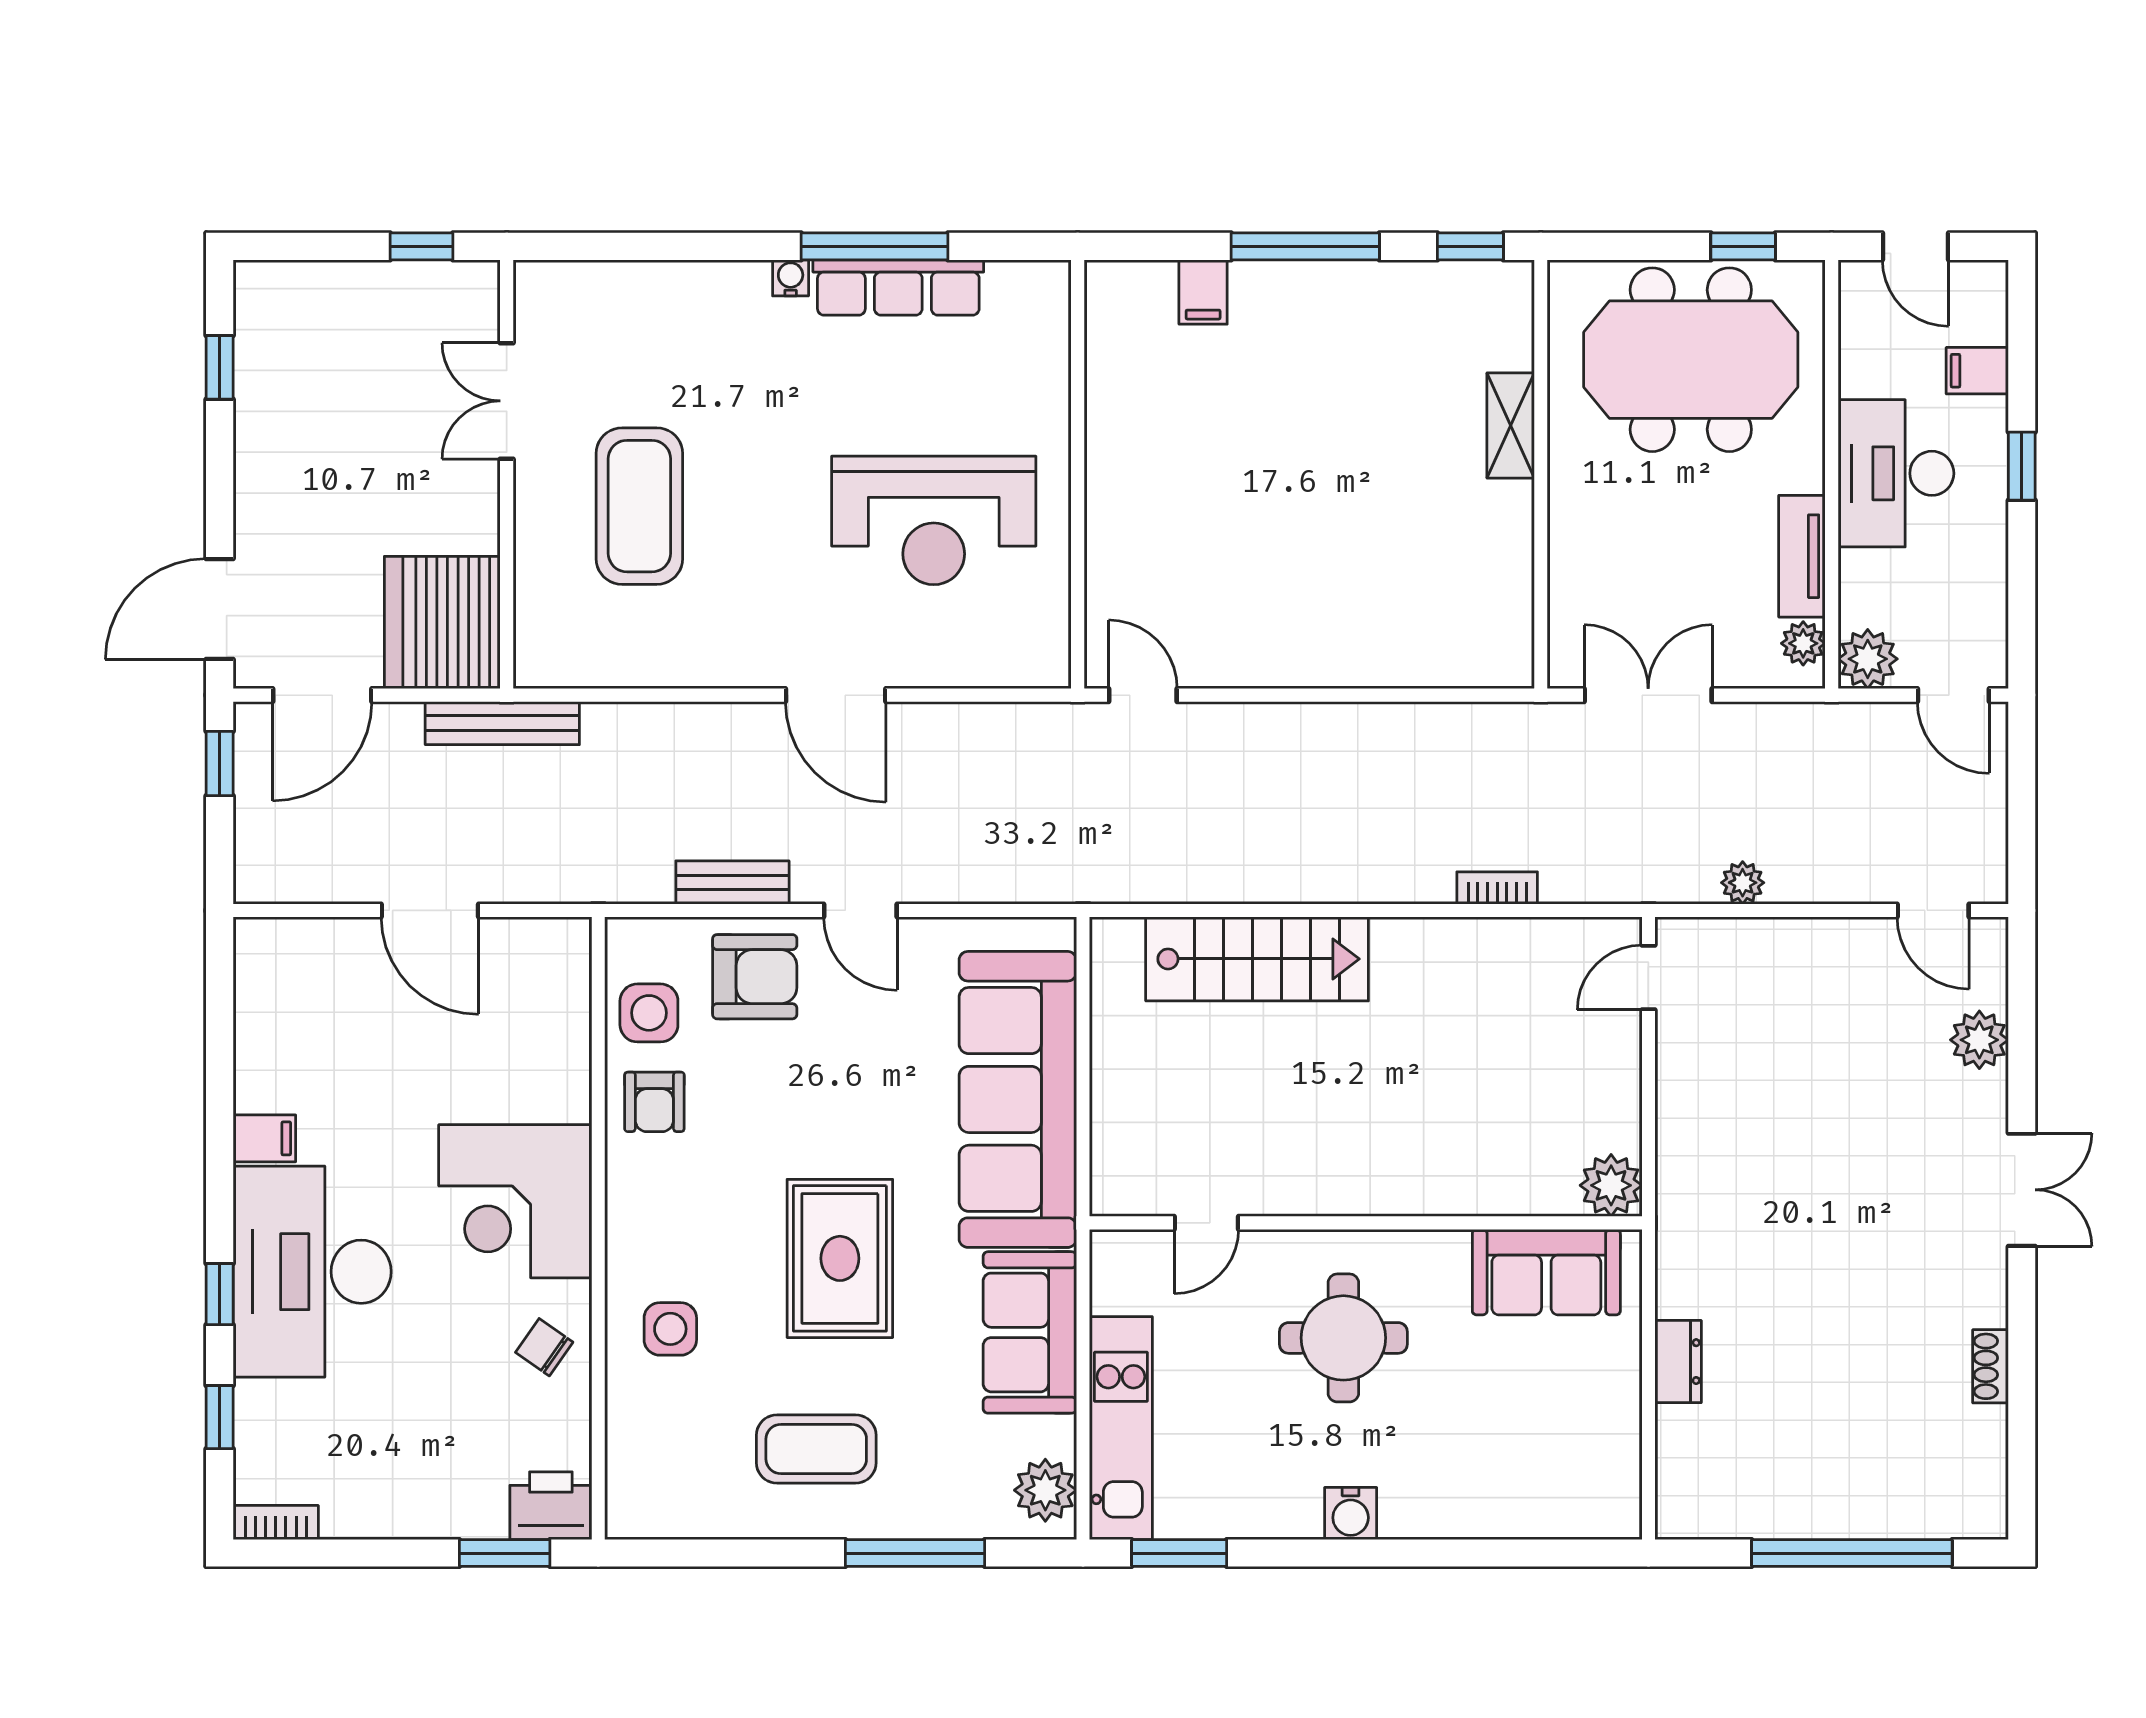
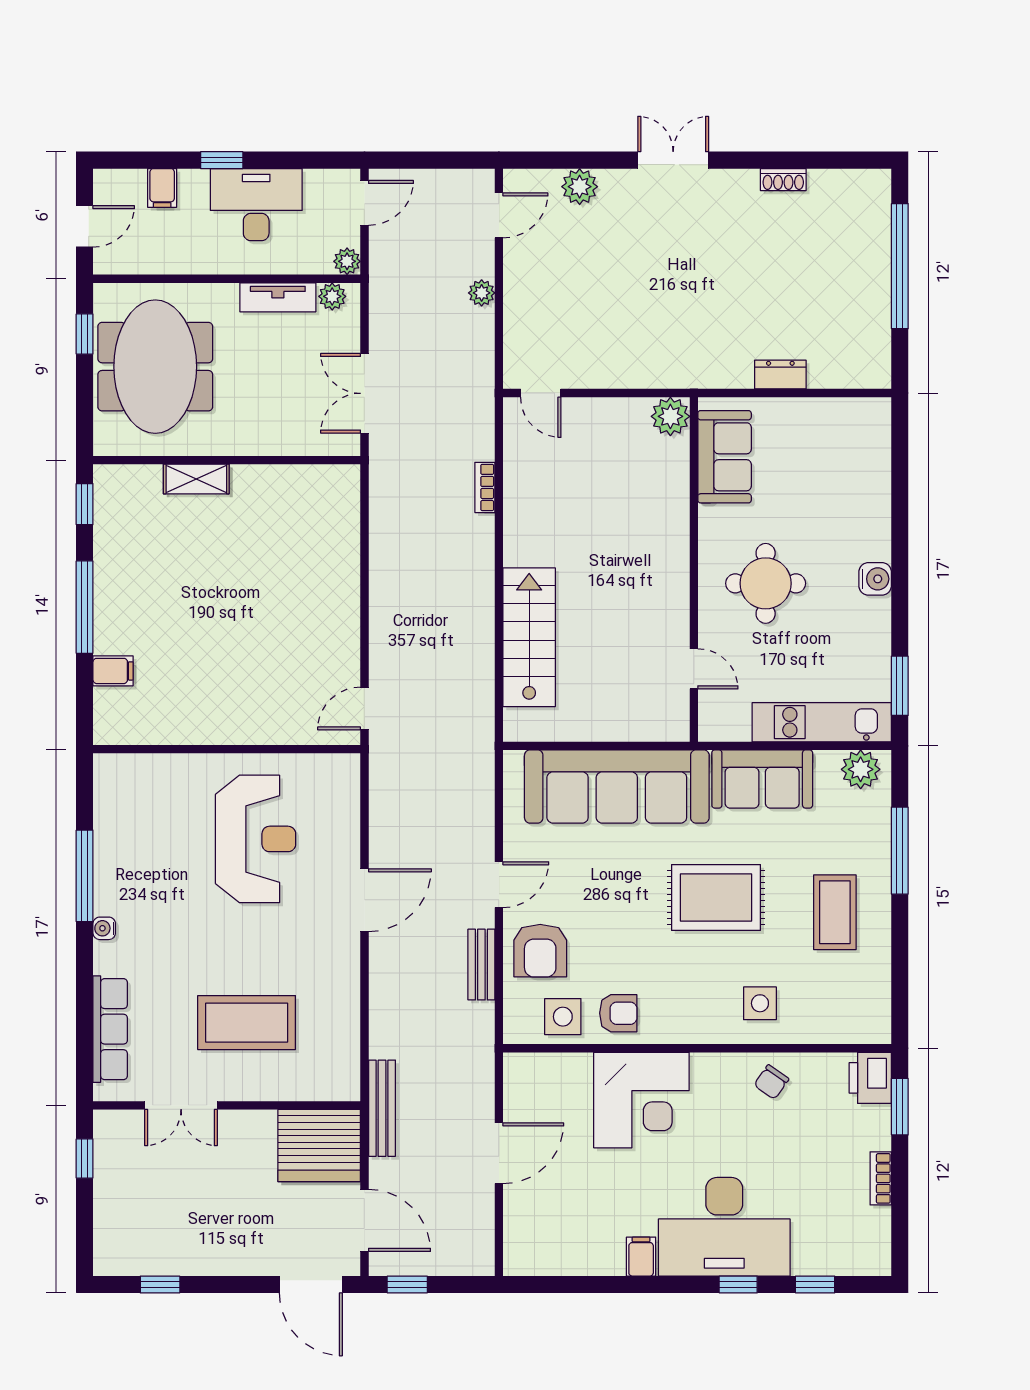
row of seats: (898, 287) -> (110, 1029), moved
desk: (1896, 473) -> (256, 205), moved, turned 180
plant: (1868, 659) -> (347, 261), width x0.73, depth x0.73
plant: (1743, 883) -> (482, 293), moved
armchair: (755, 977) -> (540, 951), turned 180
corner desk: (515, 1201) -> (641, 1100), moved
bookcase: (276, 1522) -> (881, 1178), moved

